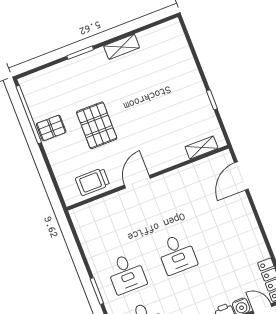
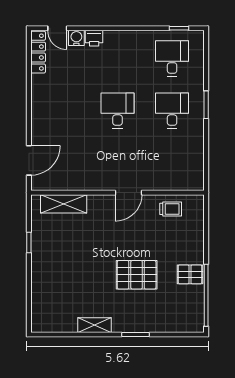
pallet: (97, 125) -> (137, 275), moved, turned 90
shelving: (202, 148) -> (64, 204), width x1.50, depth x1.33
trolley: (92, 182) -> (171, 209), width x0.73, depth x0.72

